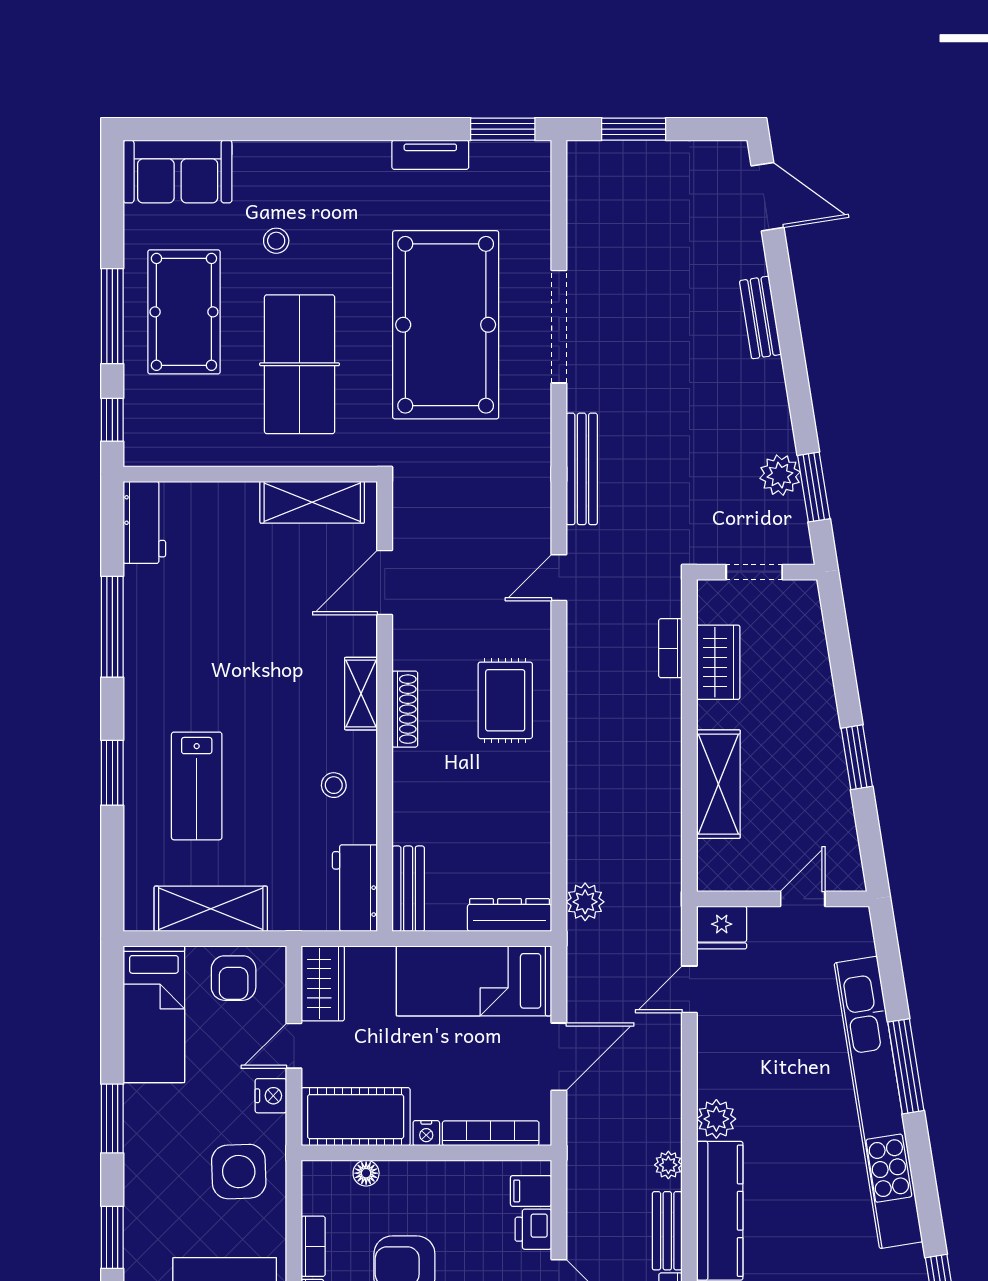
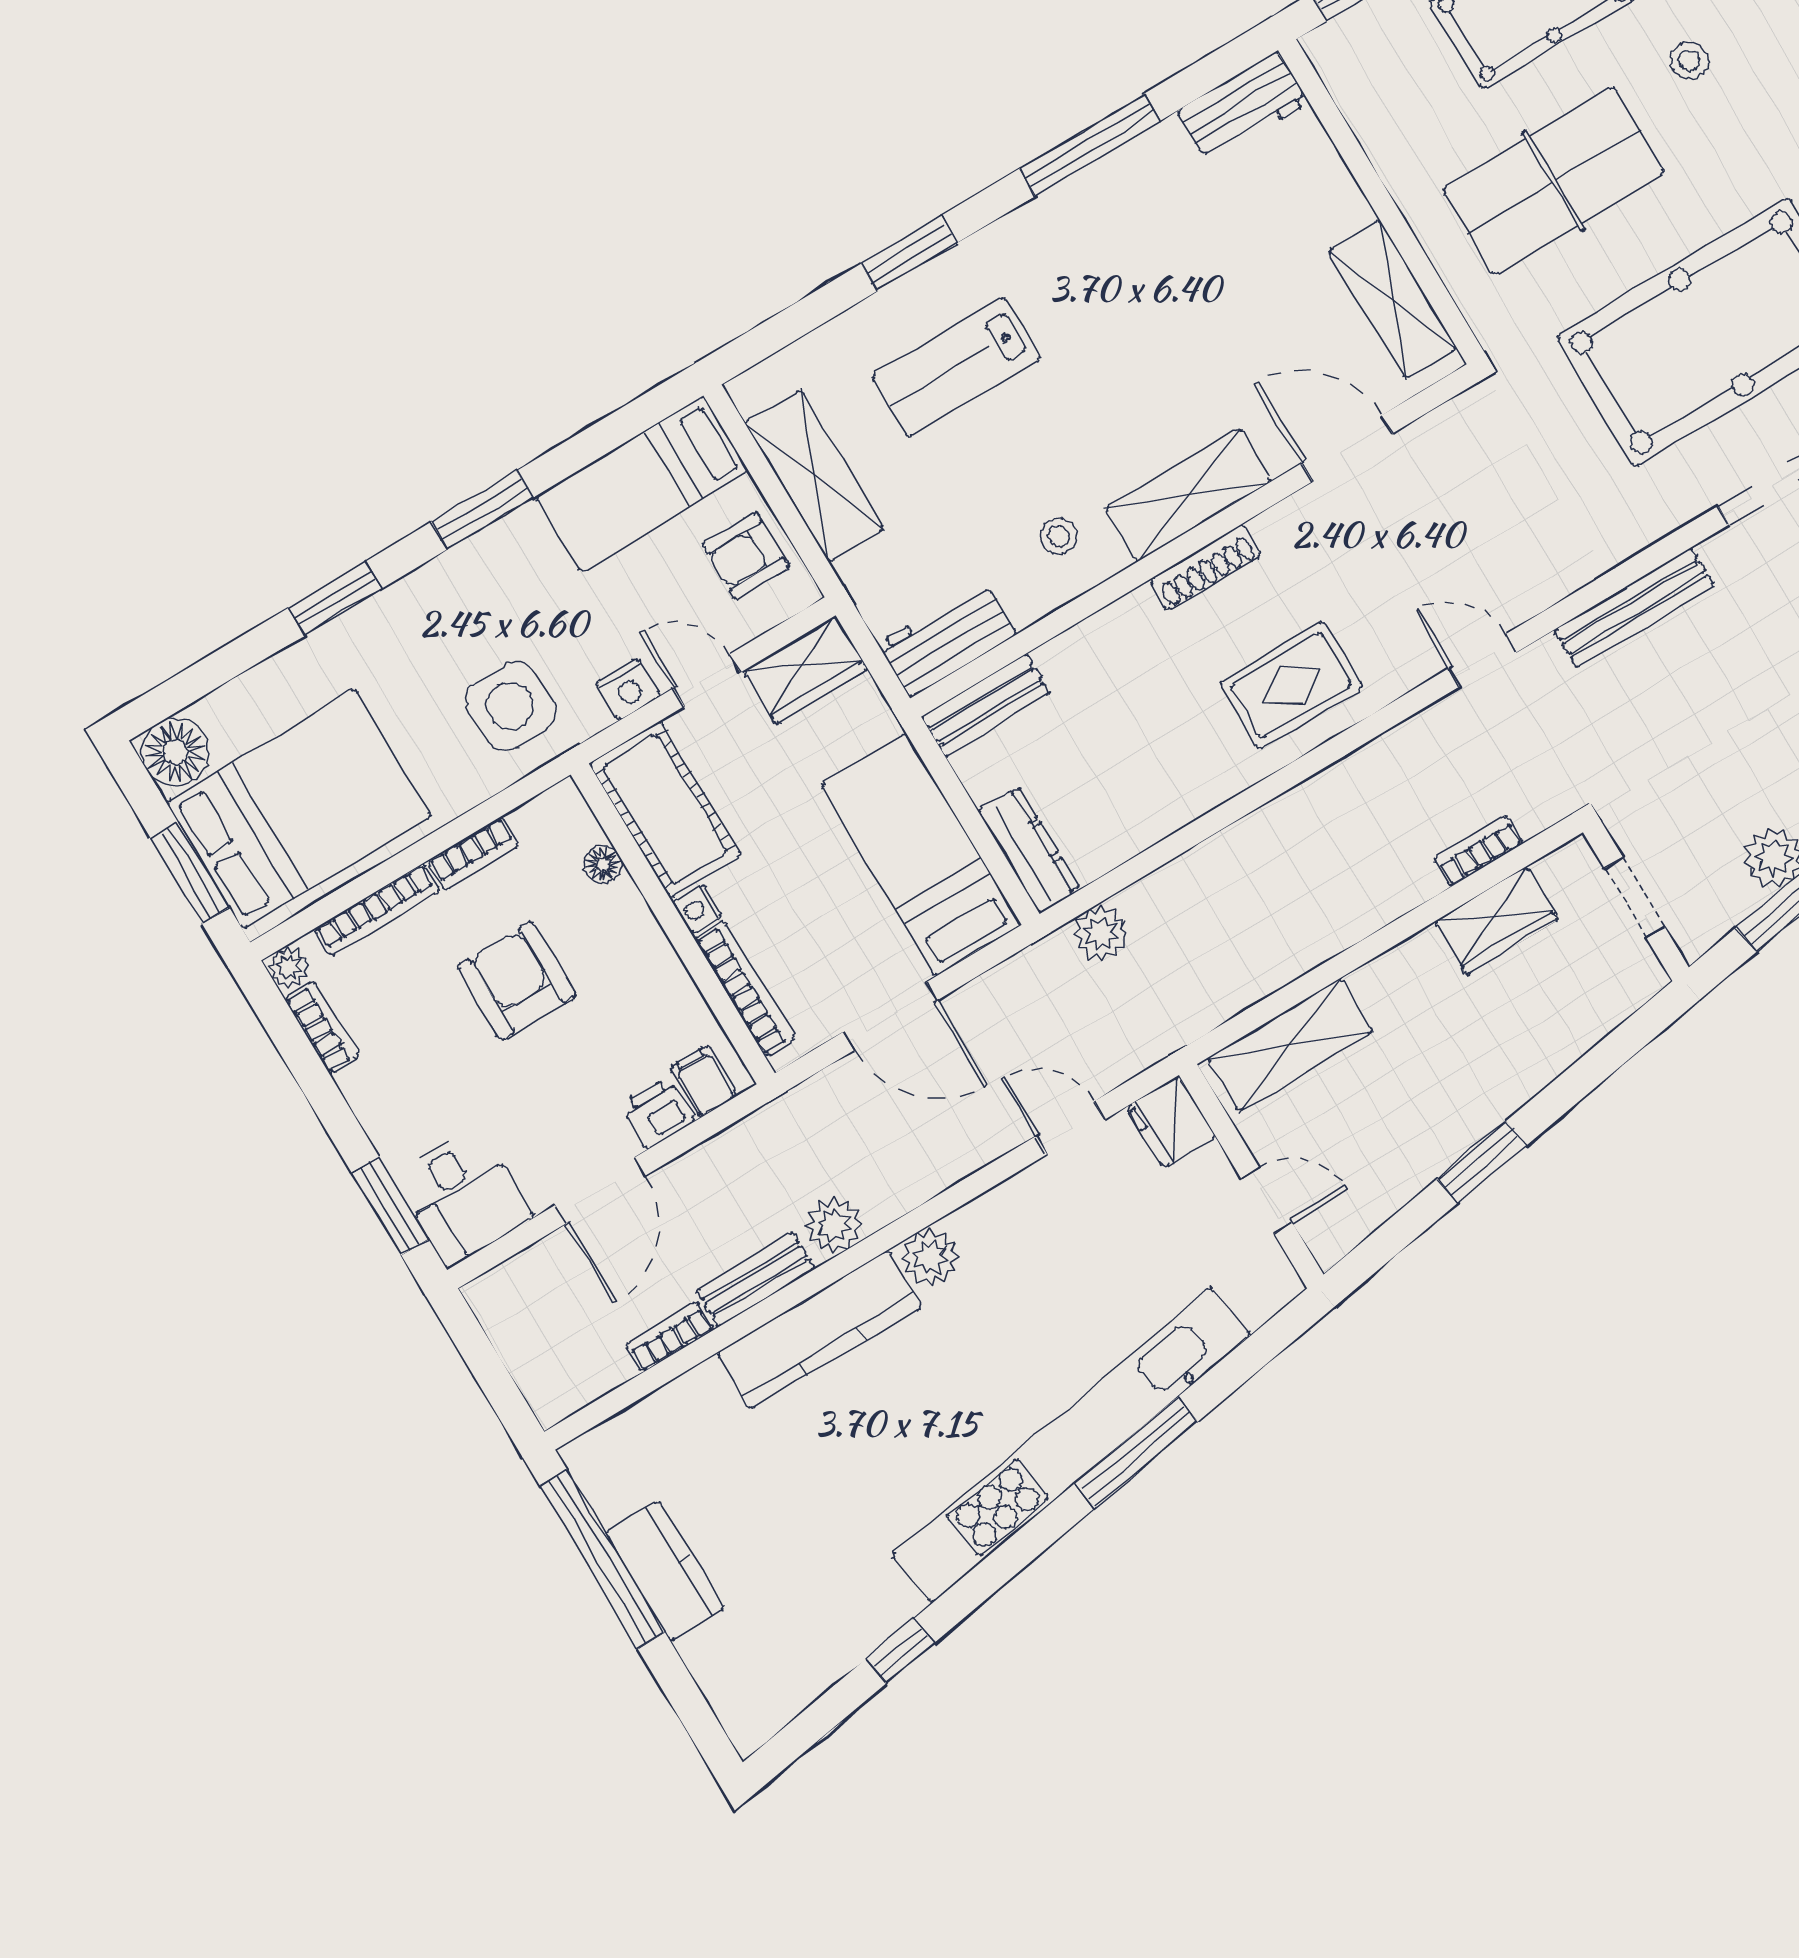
shelving: (361, 694) -> (1188, 495), width x1.50, depth x1.33
shelving: (718, 784) -> (1290, 1045), moved
plant: (668, 1165) -> (834, 1226), width x1.38, depth x1.38

